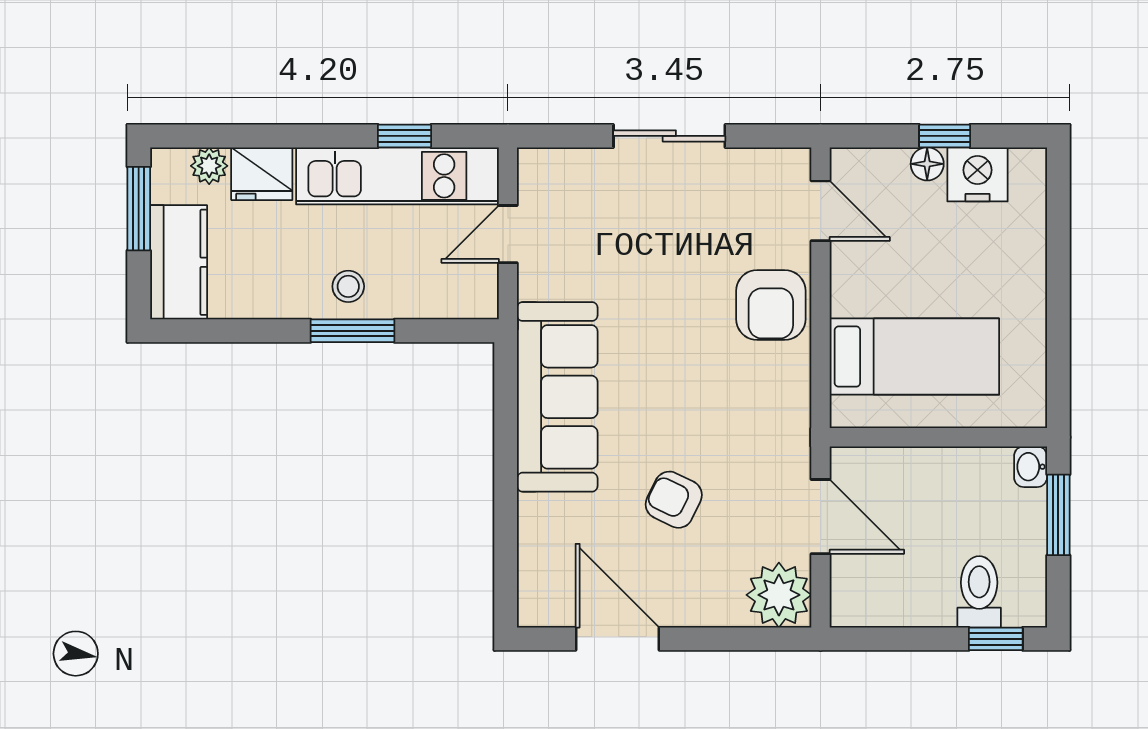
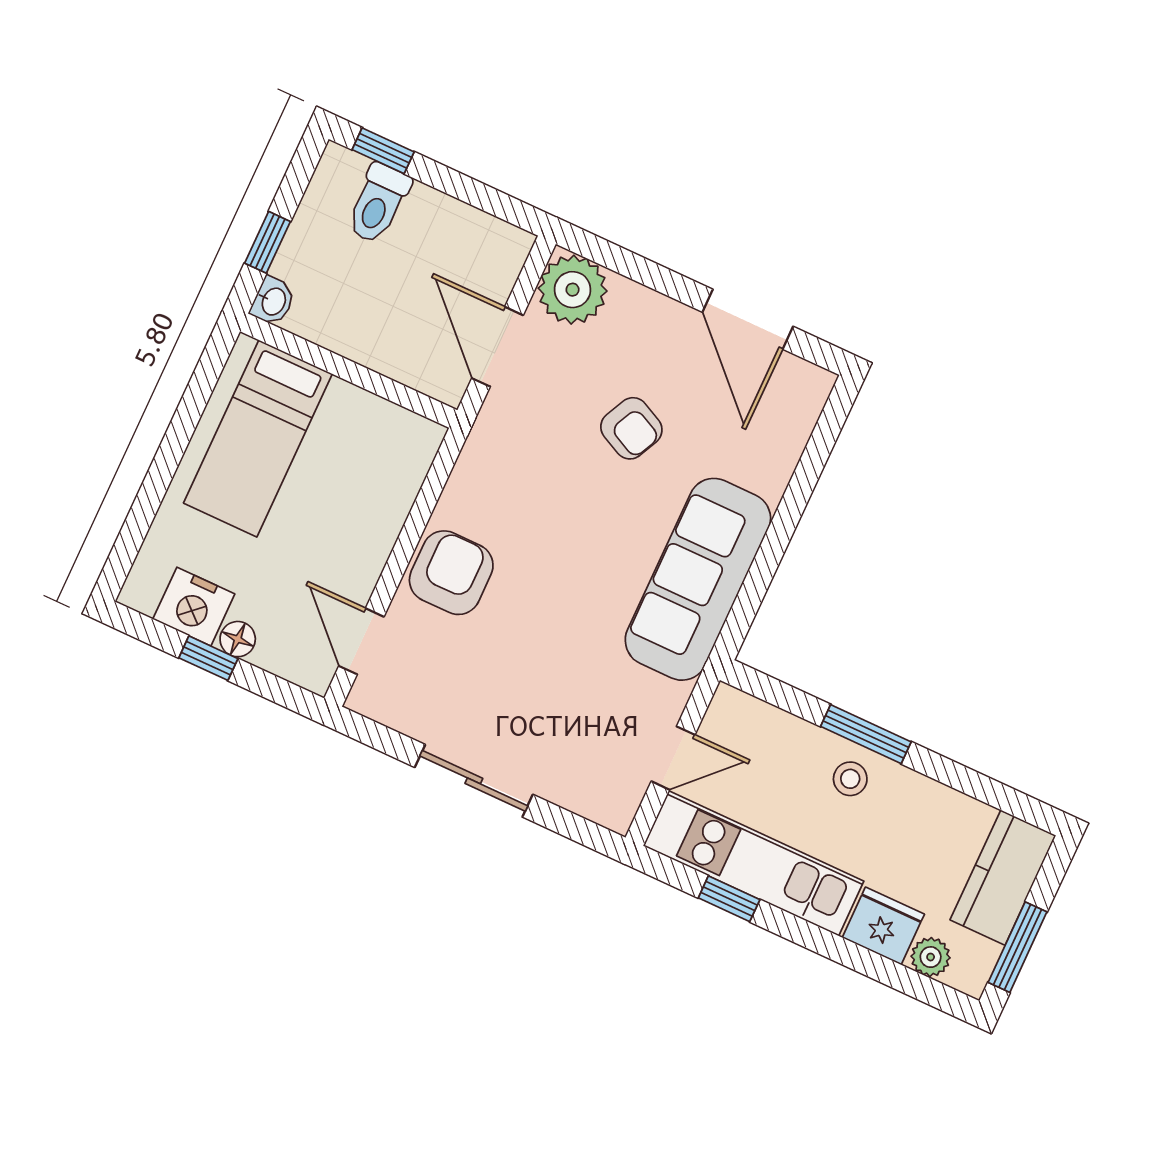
bed: (914, 357) -> (258, 438), moved, turned -90
window: (1058, 515) -> (268, 242), width x0.67

